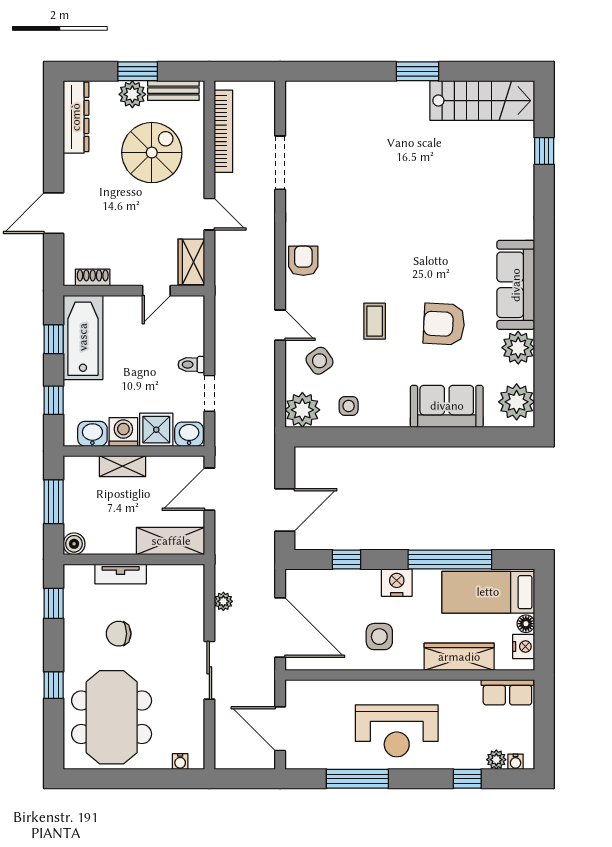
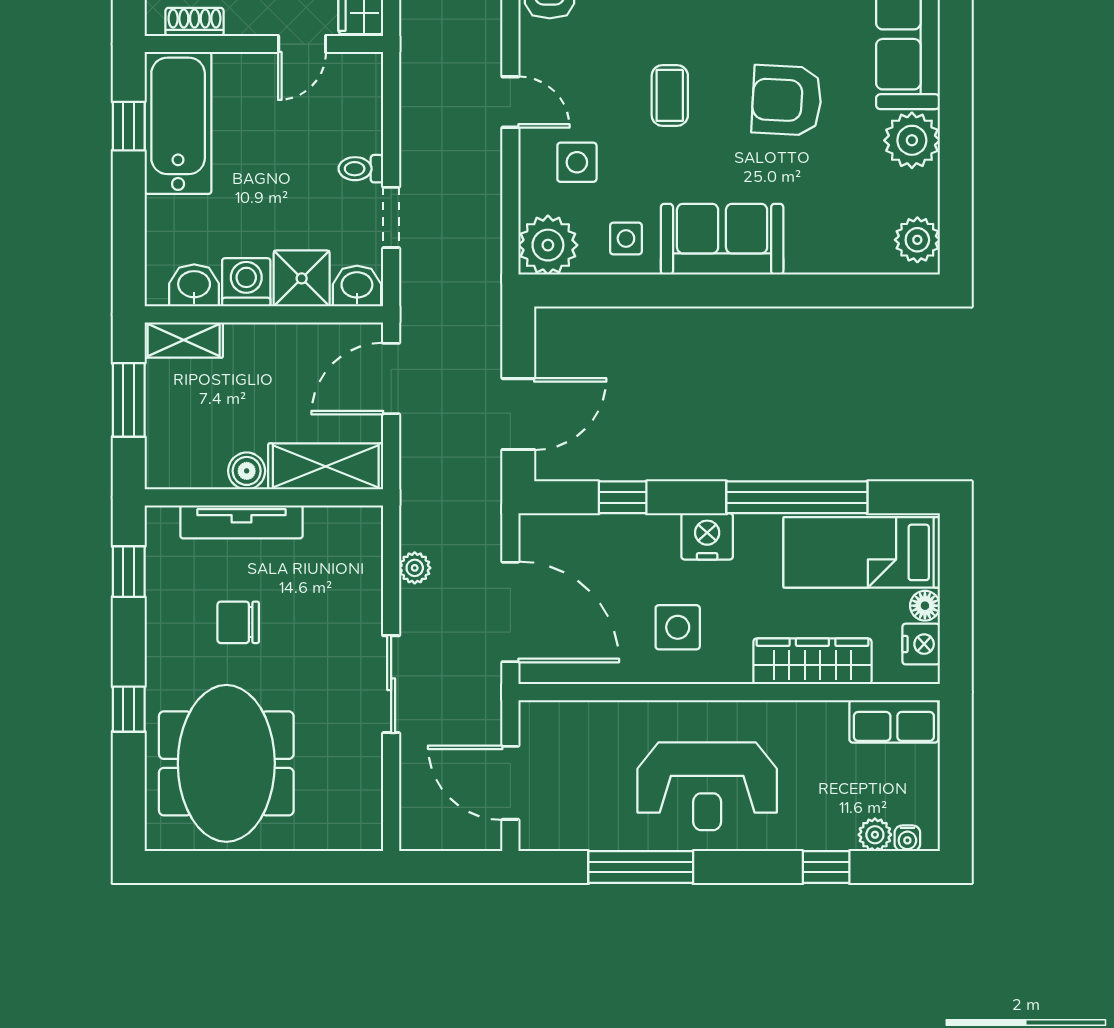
side table: (320, 361) -> (577, 162), turned 35
window: (54, 400) -> (129, 229), removed
plant: (517, 402) -> (917, 240), width x0.73, depth x0.73
sofa: (447, 406) -> (722, 239), moved
shelving: (122, 466) -> (184, 340), moved
boiler: (74, 544) -> (247, 471), moved
tv unit: (121, 574) -> (241, 522), width x1.41
water cooler: (180, 762) -> (342, 838), removed

